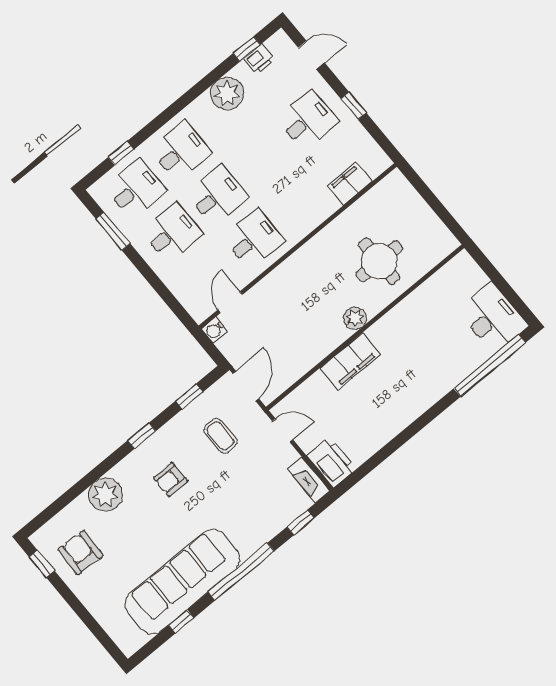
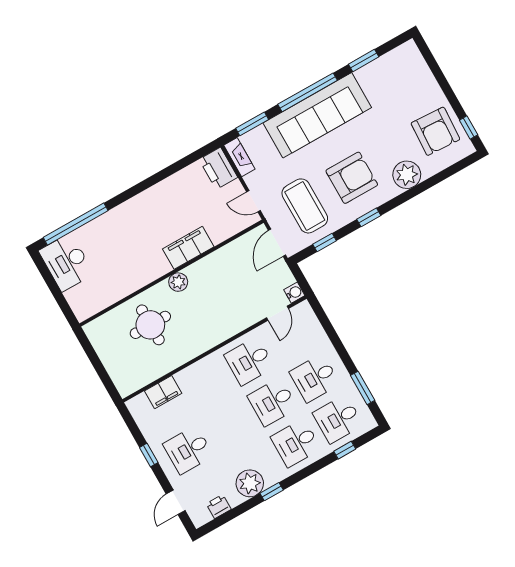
window: (247, 49) -> (272, 492), moved
door: (311, 55) -> (176, 502), hinge flipped
coffee table: (220, 436) -> (305, 206), width x1.86, depth x1.72
armchair: (170, 479) -> (352, 178), width x1.88, depth x1.88
window: (301, 522) -> (252, 124), width x1.50
armchair: (81, 553) -> (435, 131), width x1.36, depth x1.36
sofa: (182, 582) -> (317, 115), moved
window: (181, 622) -> (364, 61), width x1.50

